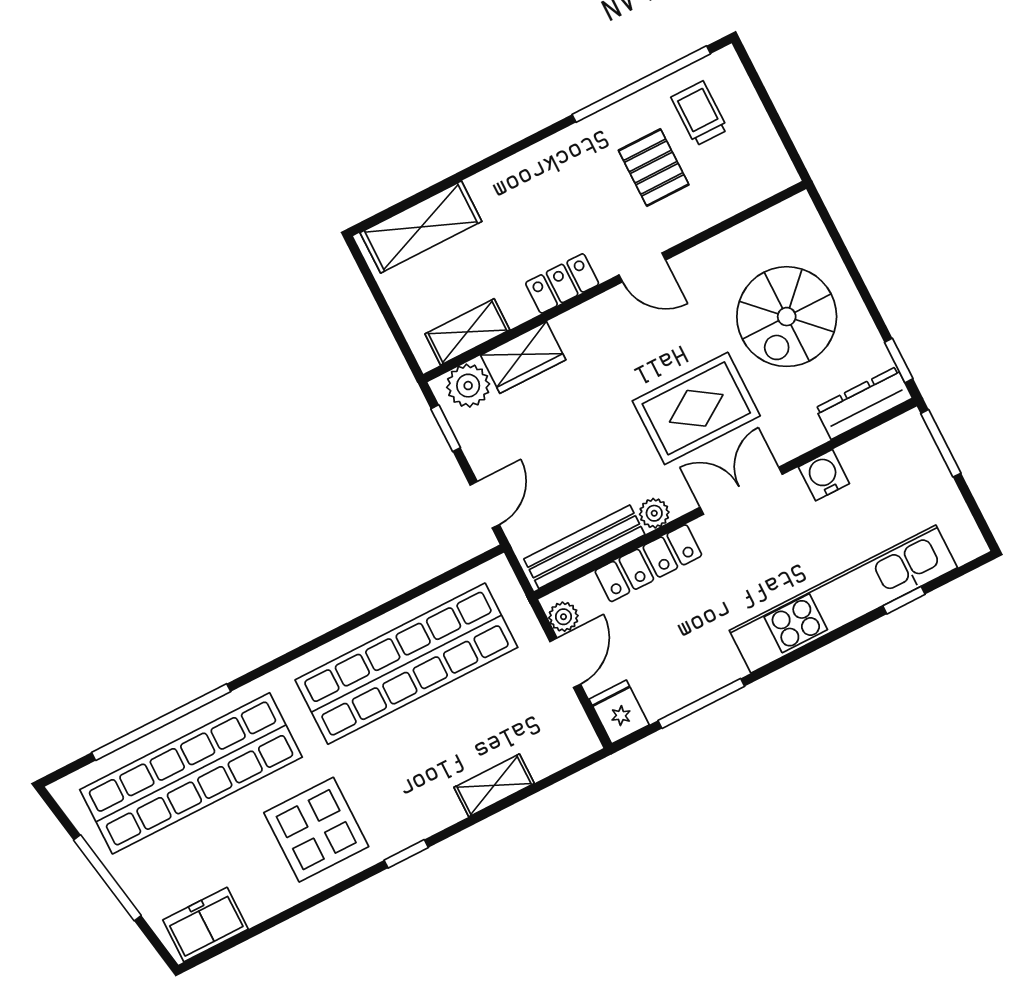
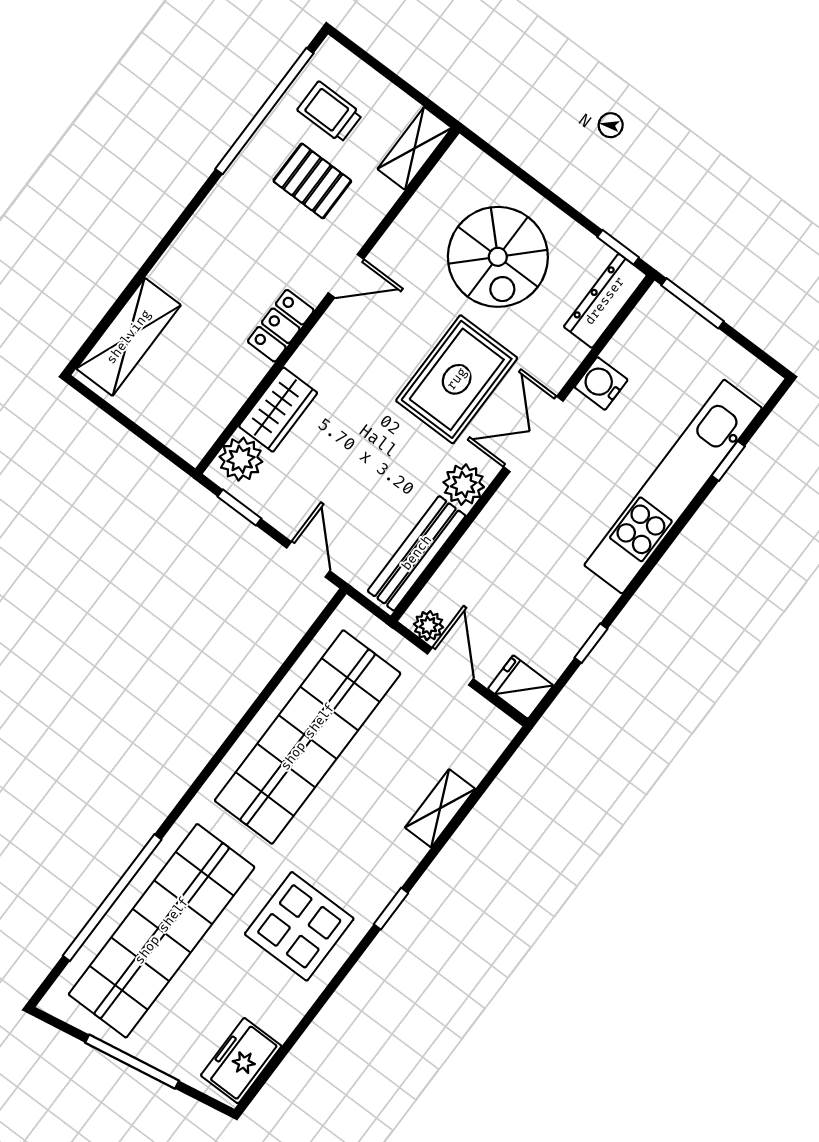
shelving: (467, 332) -> (415, 148), moved
plant: (654, 513) -> (464, 485), width x1.38, depth x1.38
locker: (648, 563) -> (482, 540), removed
window: (701, 703) -> (591, 643), width x0.46

